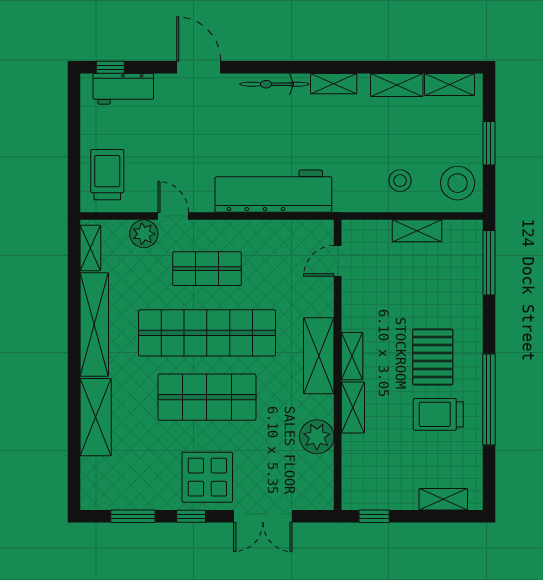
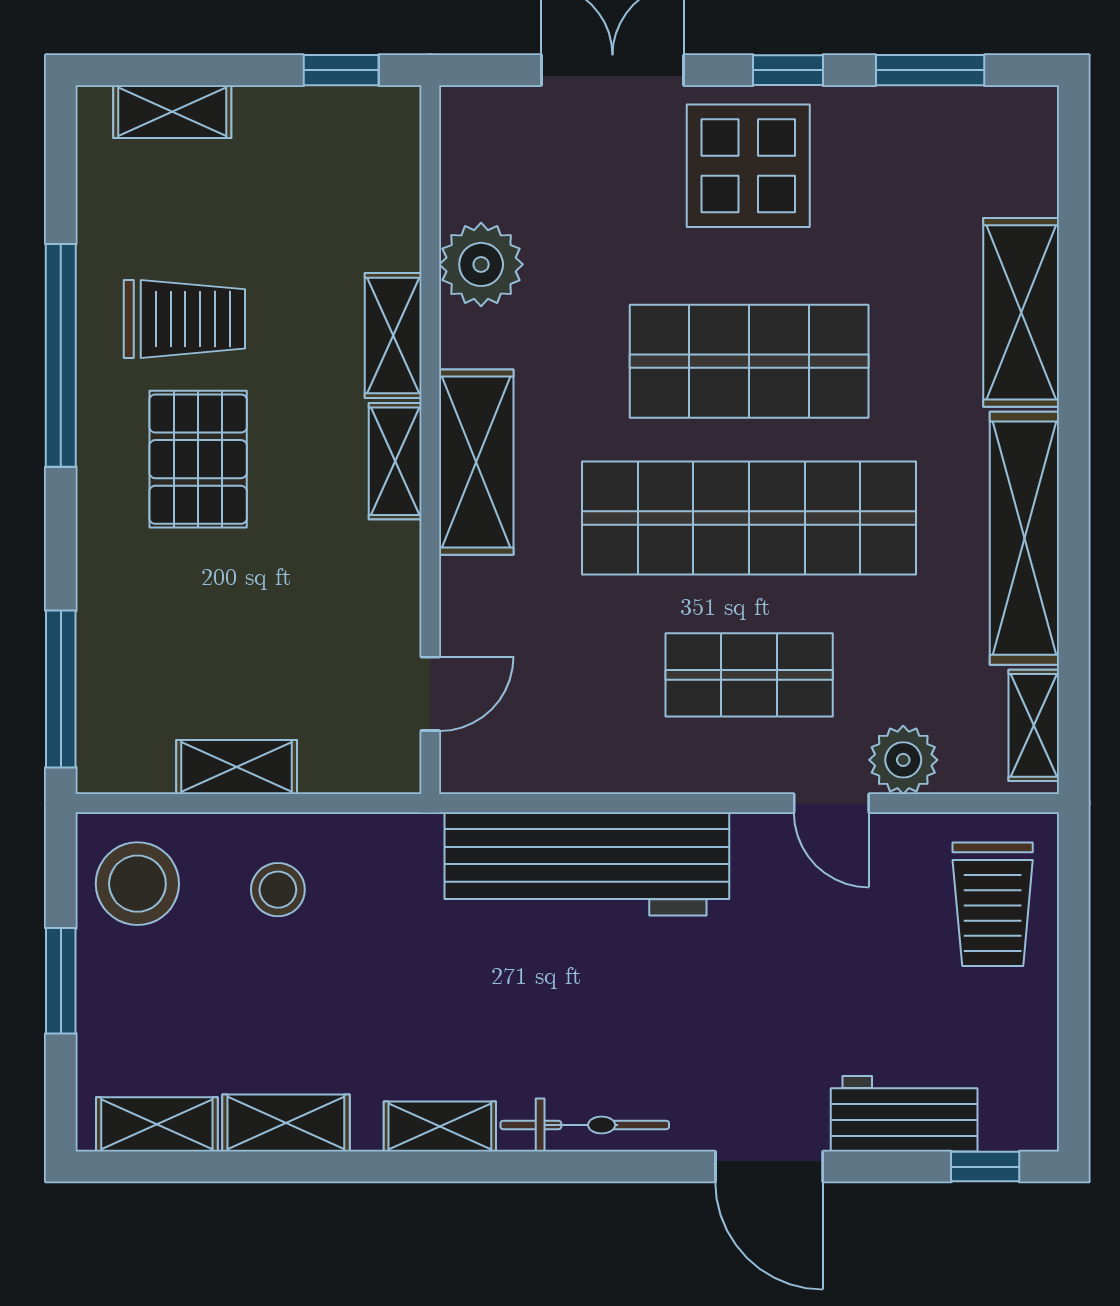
workbench: (123, 89) -> (904, 1114), moved

